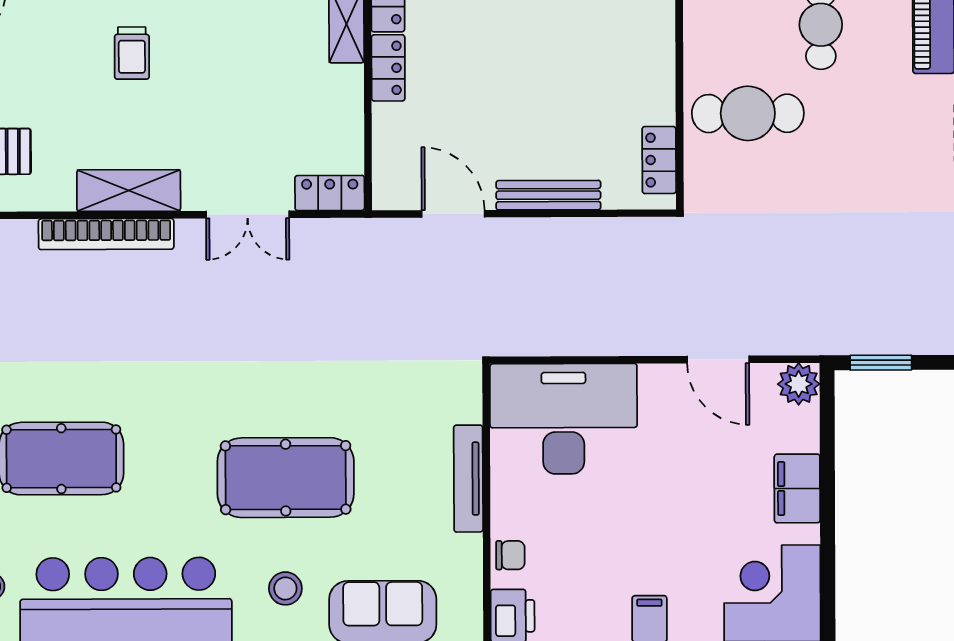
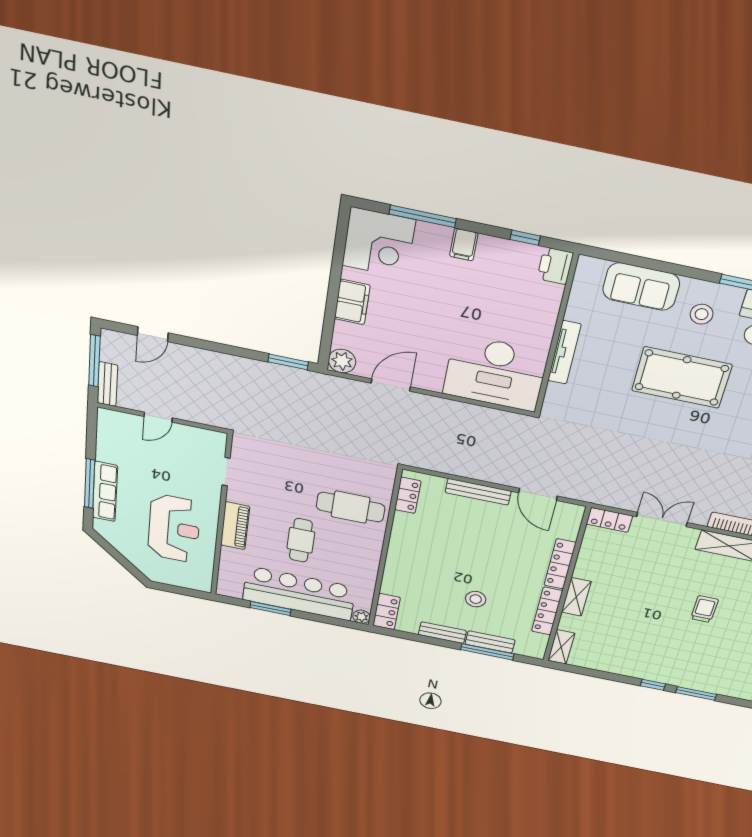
locker: (388, 68) -> (560, 564), width x1.53
door: (718, 359) -> (391, 385), hinge flipped
chair: (510, 555) -> (548, 302), removed

